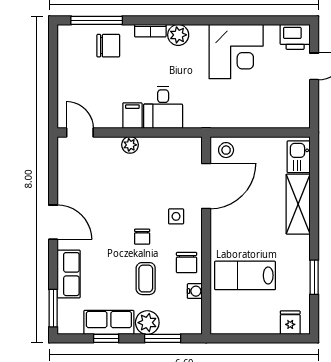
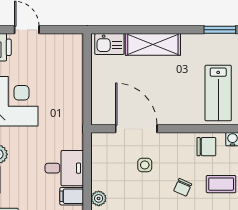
stool: (226, 150) -> (103, 110), removed
side table: (176, 216) -> (145, 165), moved
chair: (142, 237) -> (183, 187), turned 114

